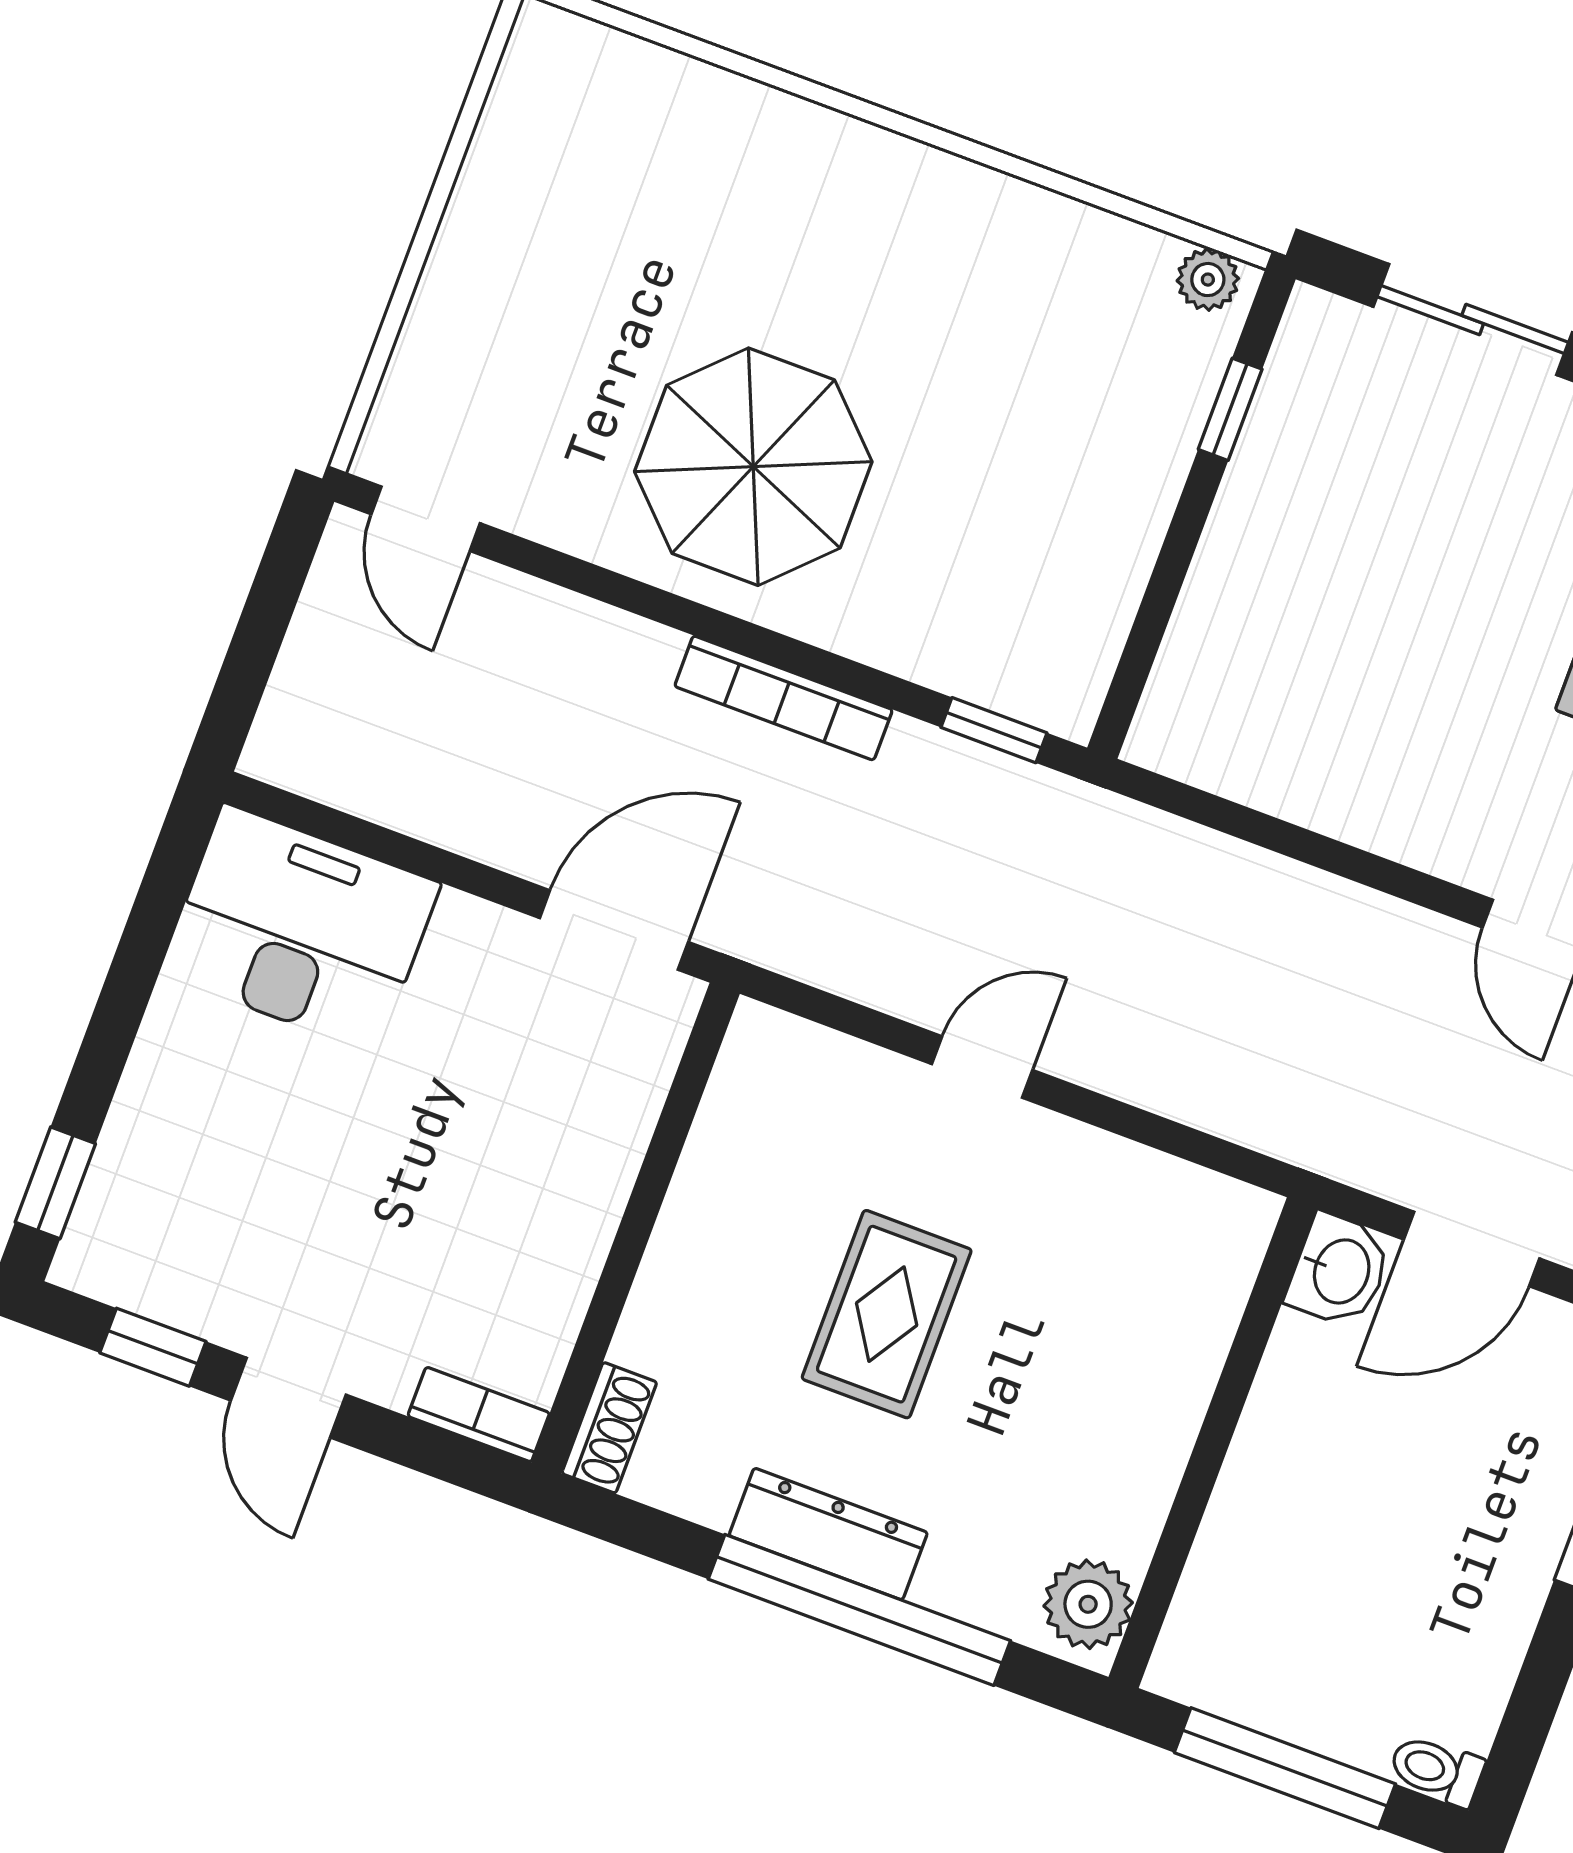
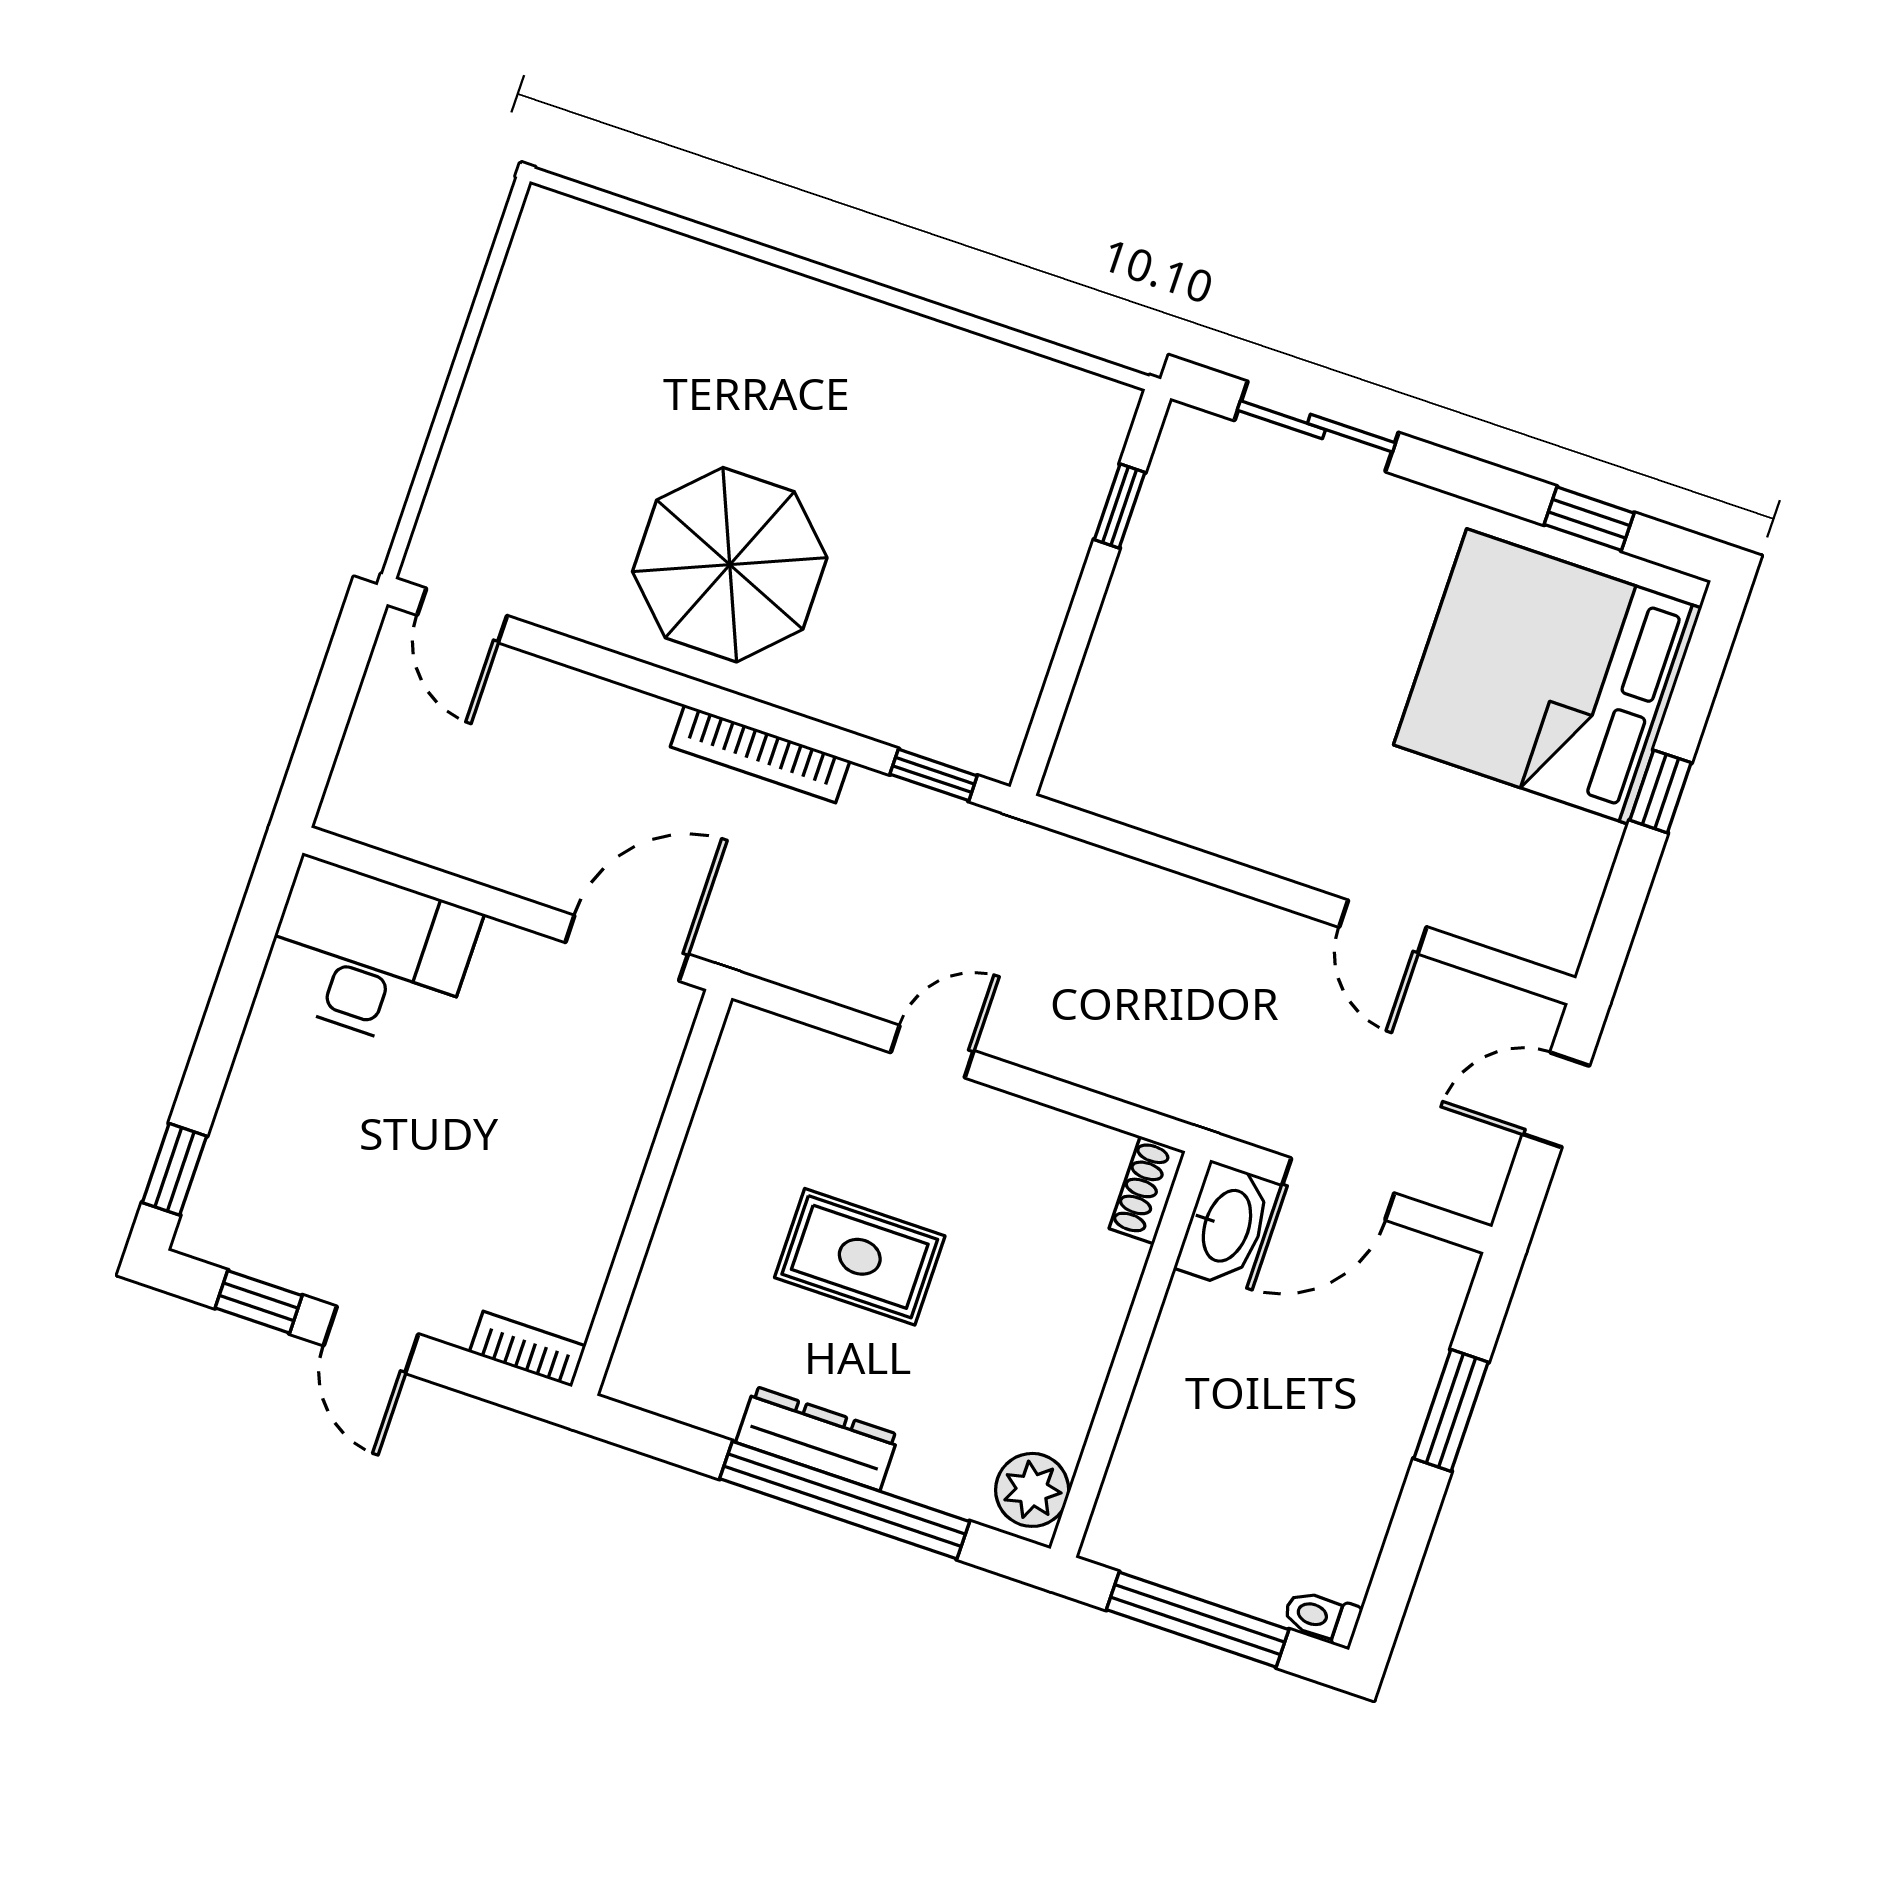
plant: (1208, 280) -> (1098, 400), removed
washbasin: (1339, 1271) -> (1225, 1225), width x1.38
rug: (887, 1314) -> (860, 1257), turned 90
shoe rack: (609, 1428) -> (1147, 1190), moved, turned 180

